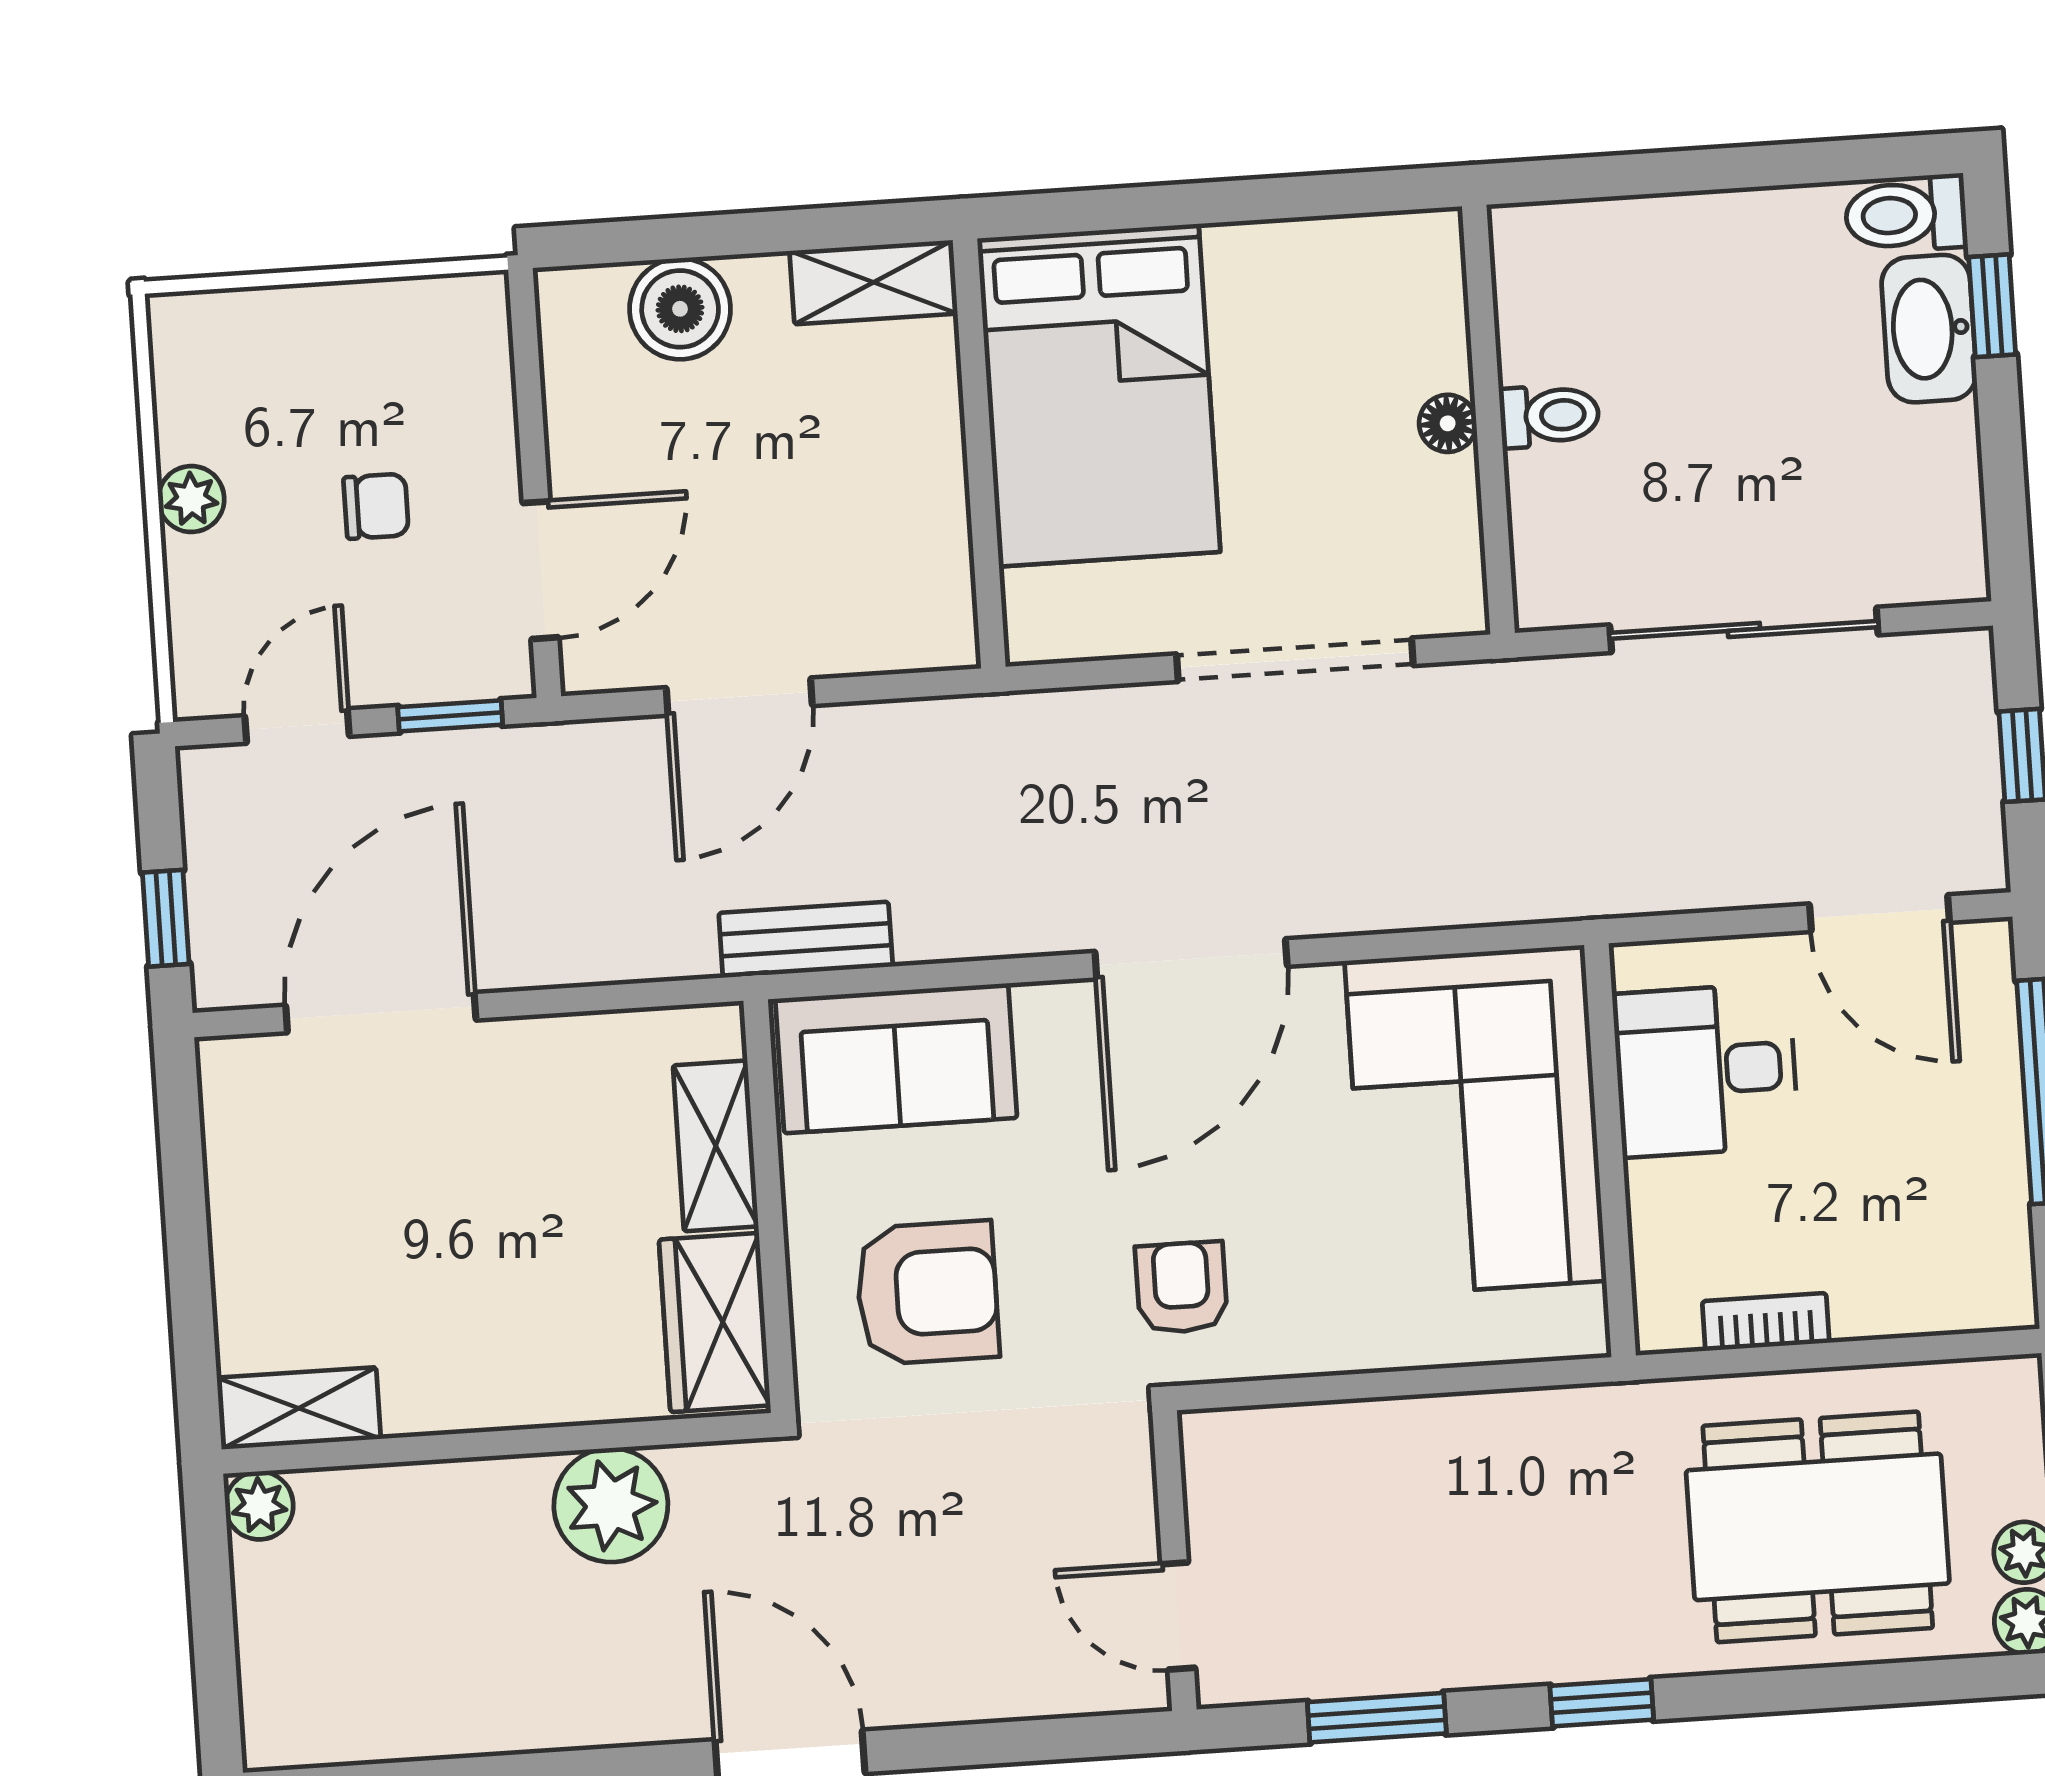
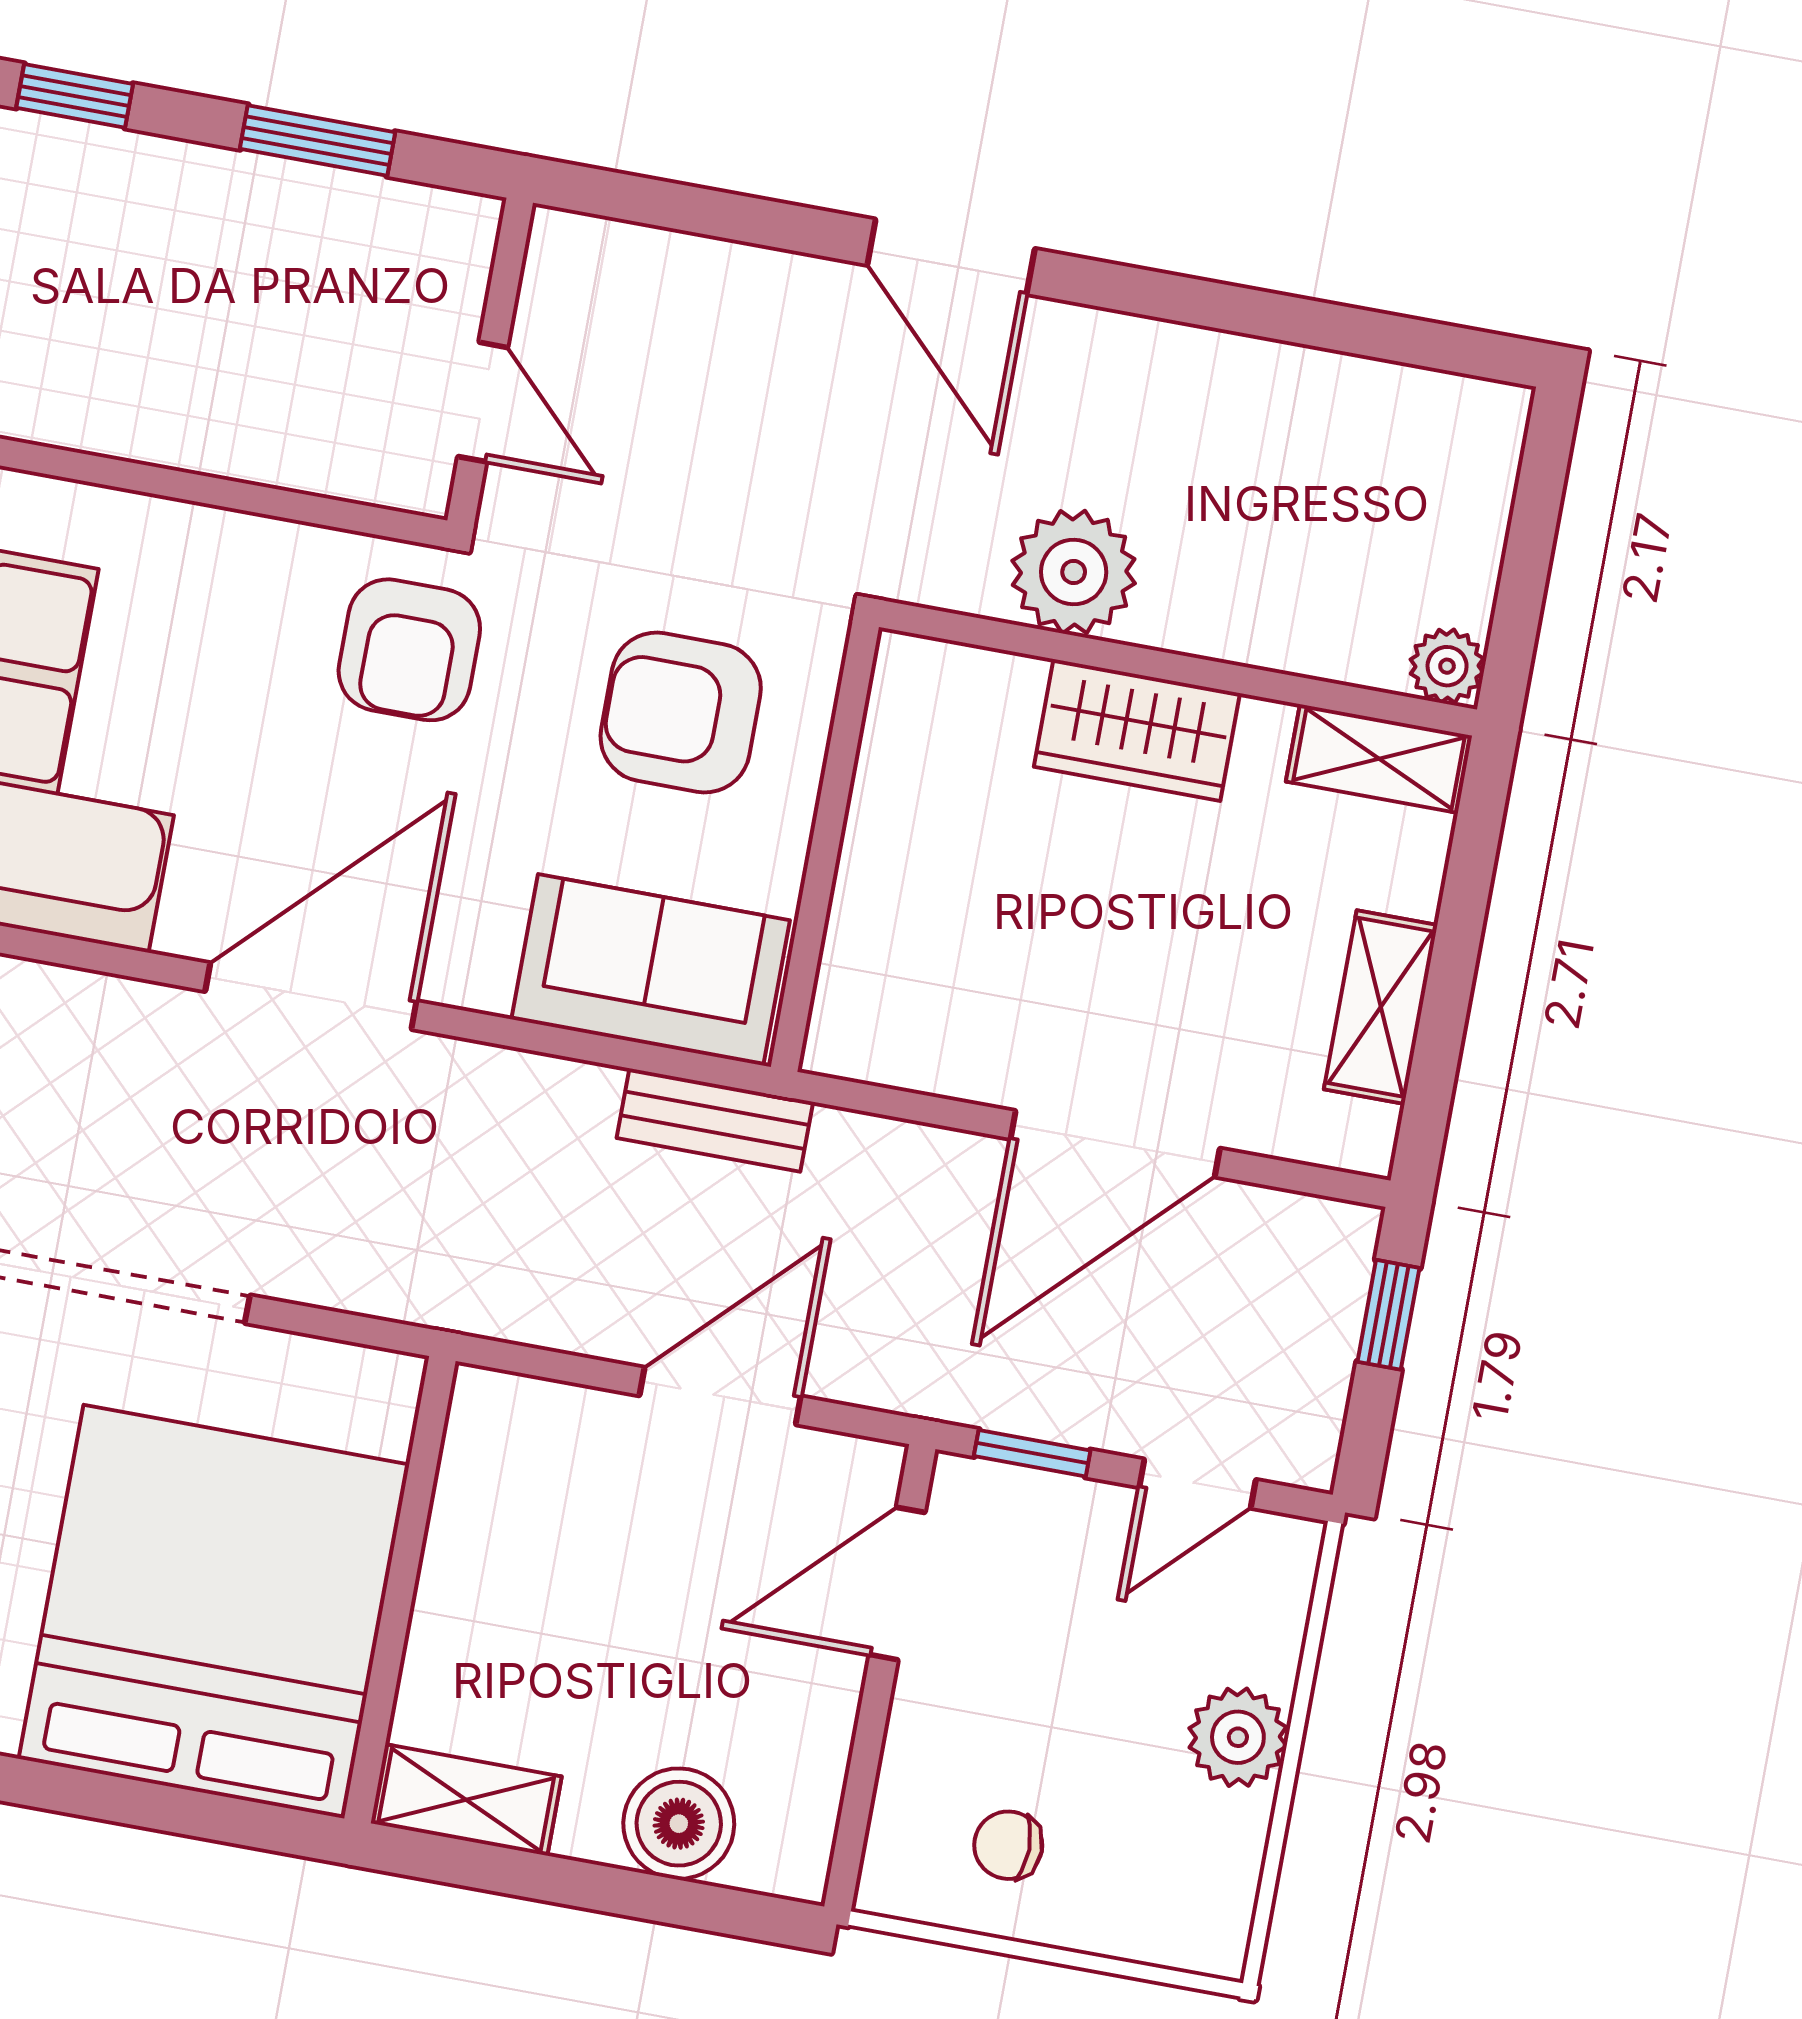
bed: (1099, 395) -> (214, 1612), width x1.36
plant: (191, 499) -> (1238, 1737), width x1.38, depth x1.38
chair: (376, 506) -> (1008, 1845), moved
door: (381, 1013) -> (1115, 1144), moved
shelving: (716, 1146) -> (1381, 1007), moved
armchair: (1181, 1287) -> (409, 650), width x1.38, depth x1.38
wardrobe: (715, 1323) -> (1137, 730), moved, turned 90
door: (1178, 1616) -> (483, 402), moved

